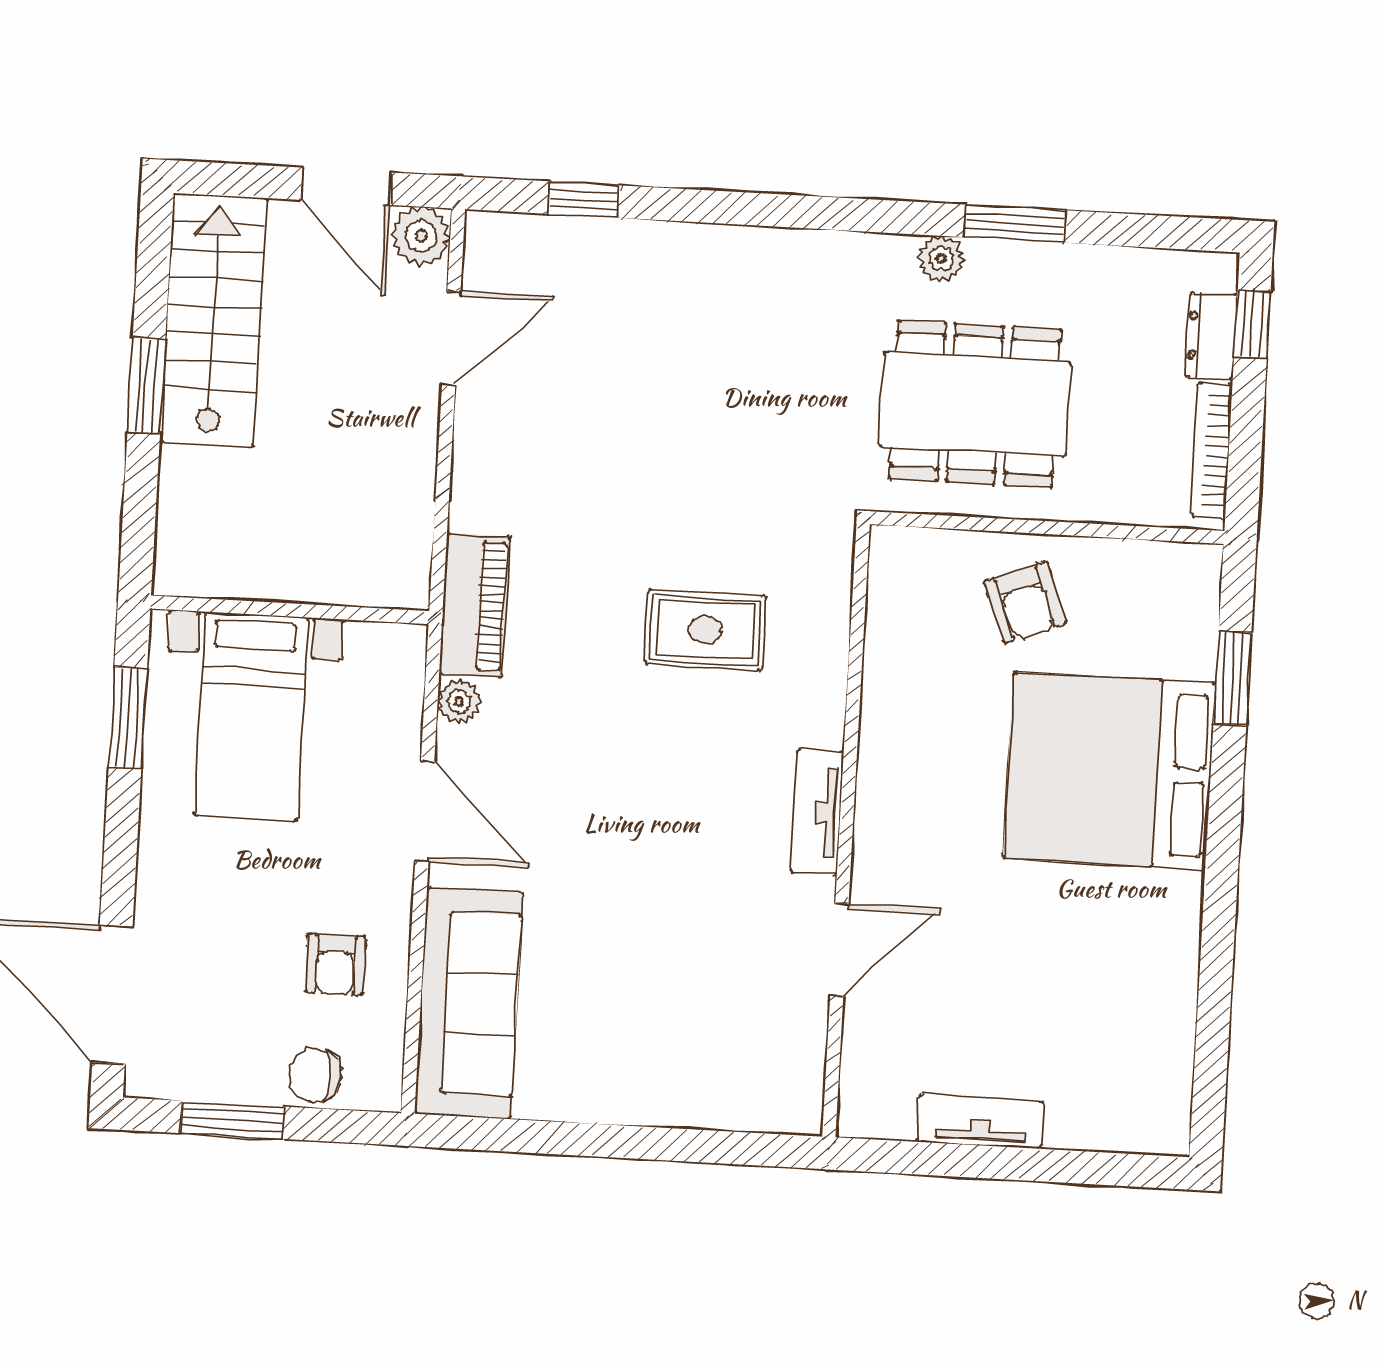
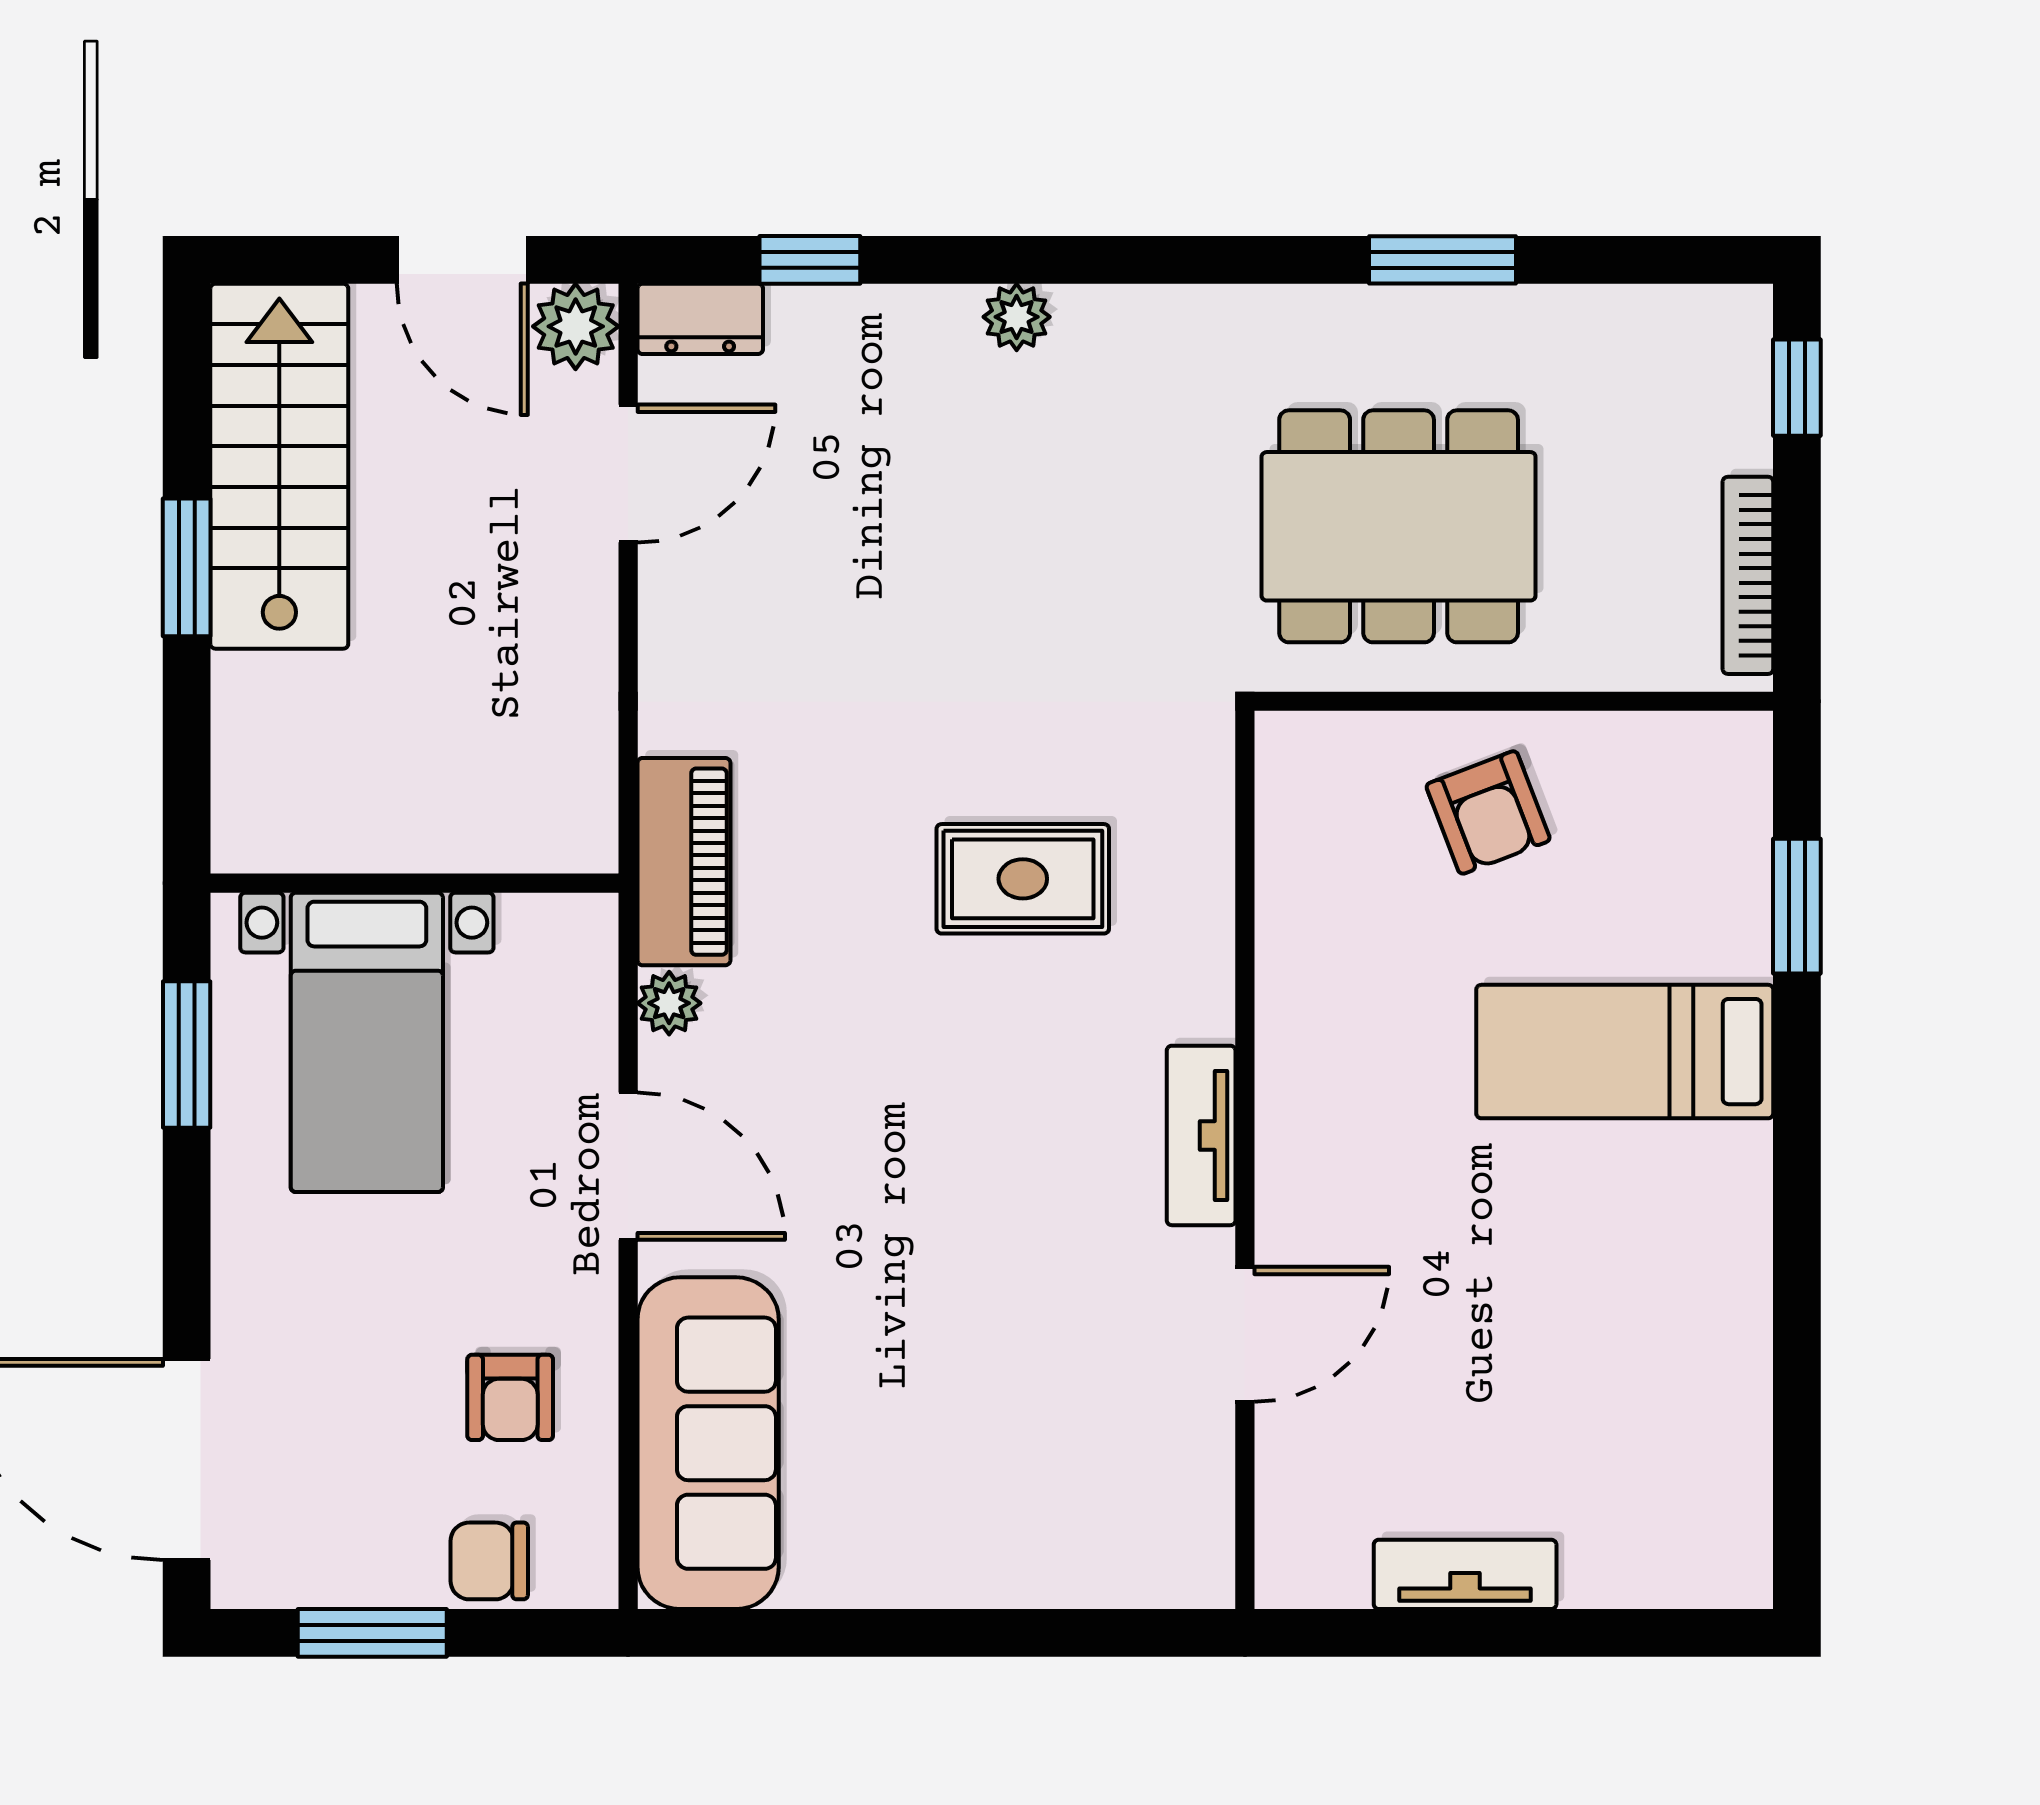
plant: (941, 259) -> (1017, 317), moved
dresser: (1211, 336) -> (700, 319), moved, turned -90
bed: (1109, 771) -> (1625, 1052), width x0.49

